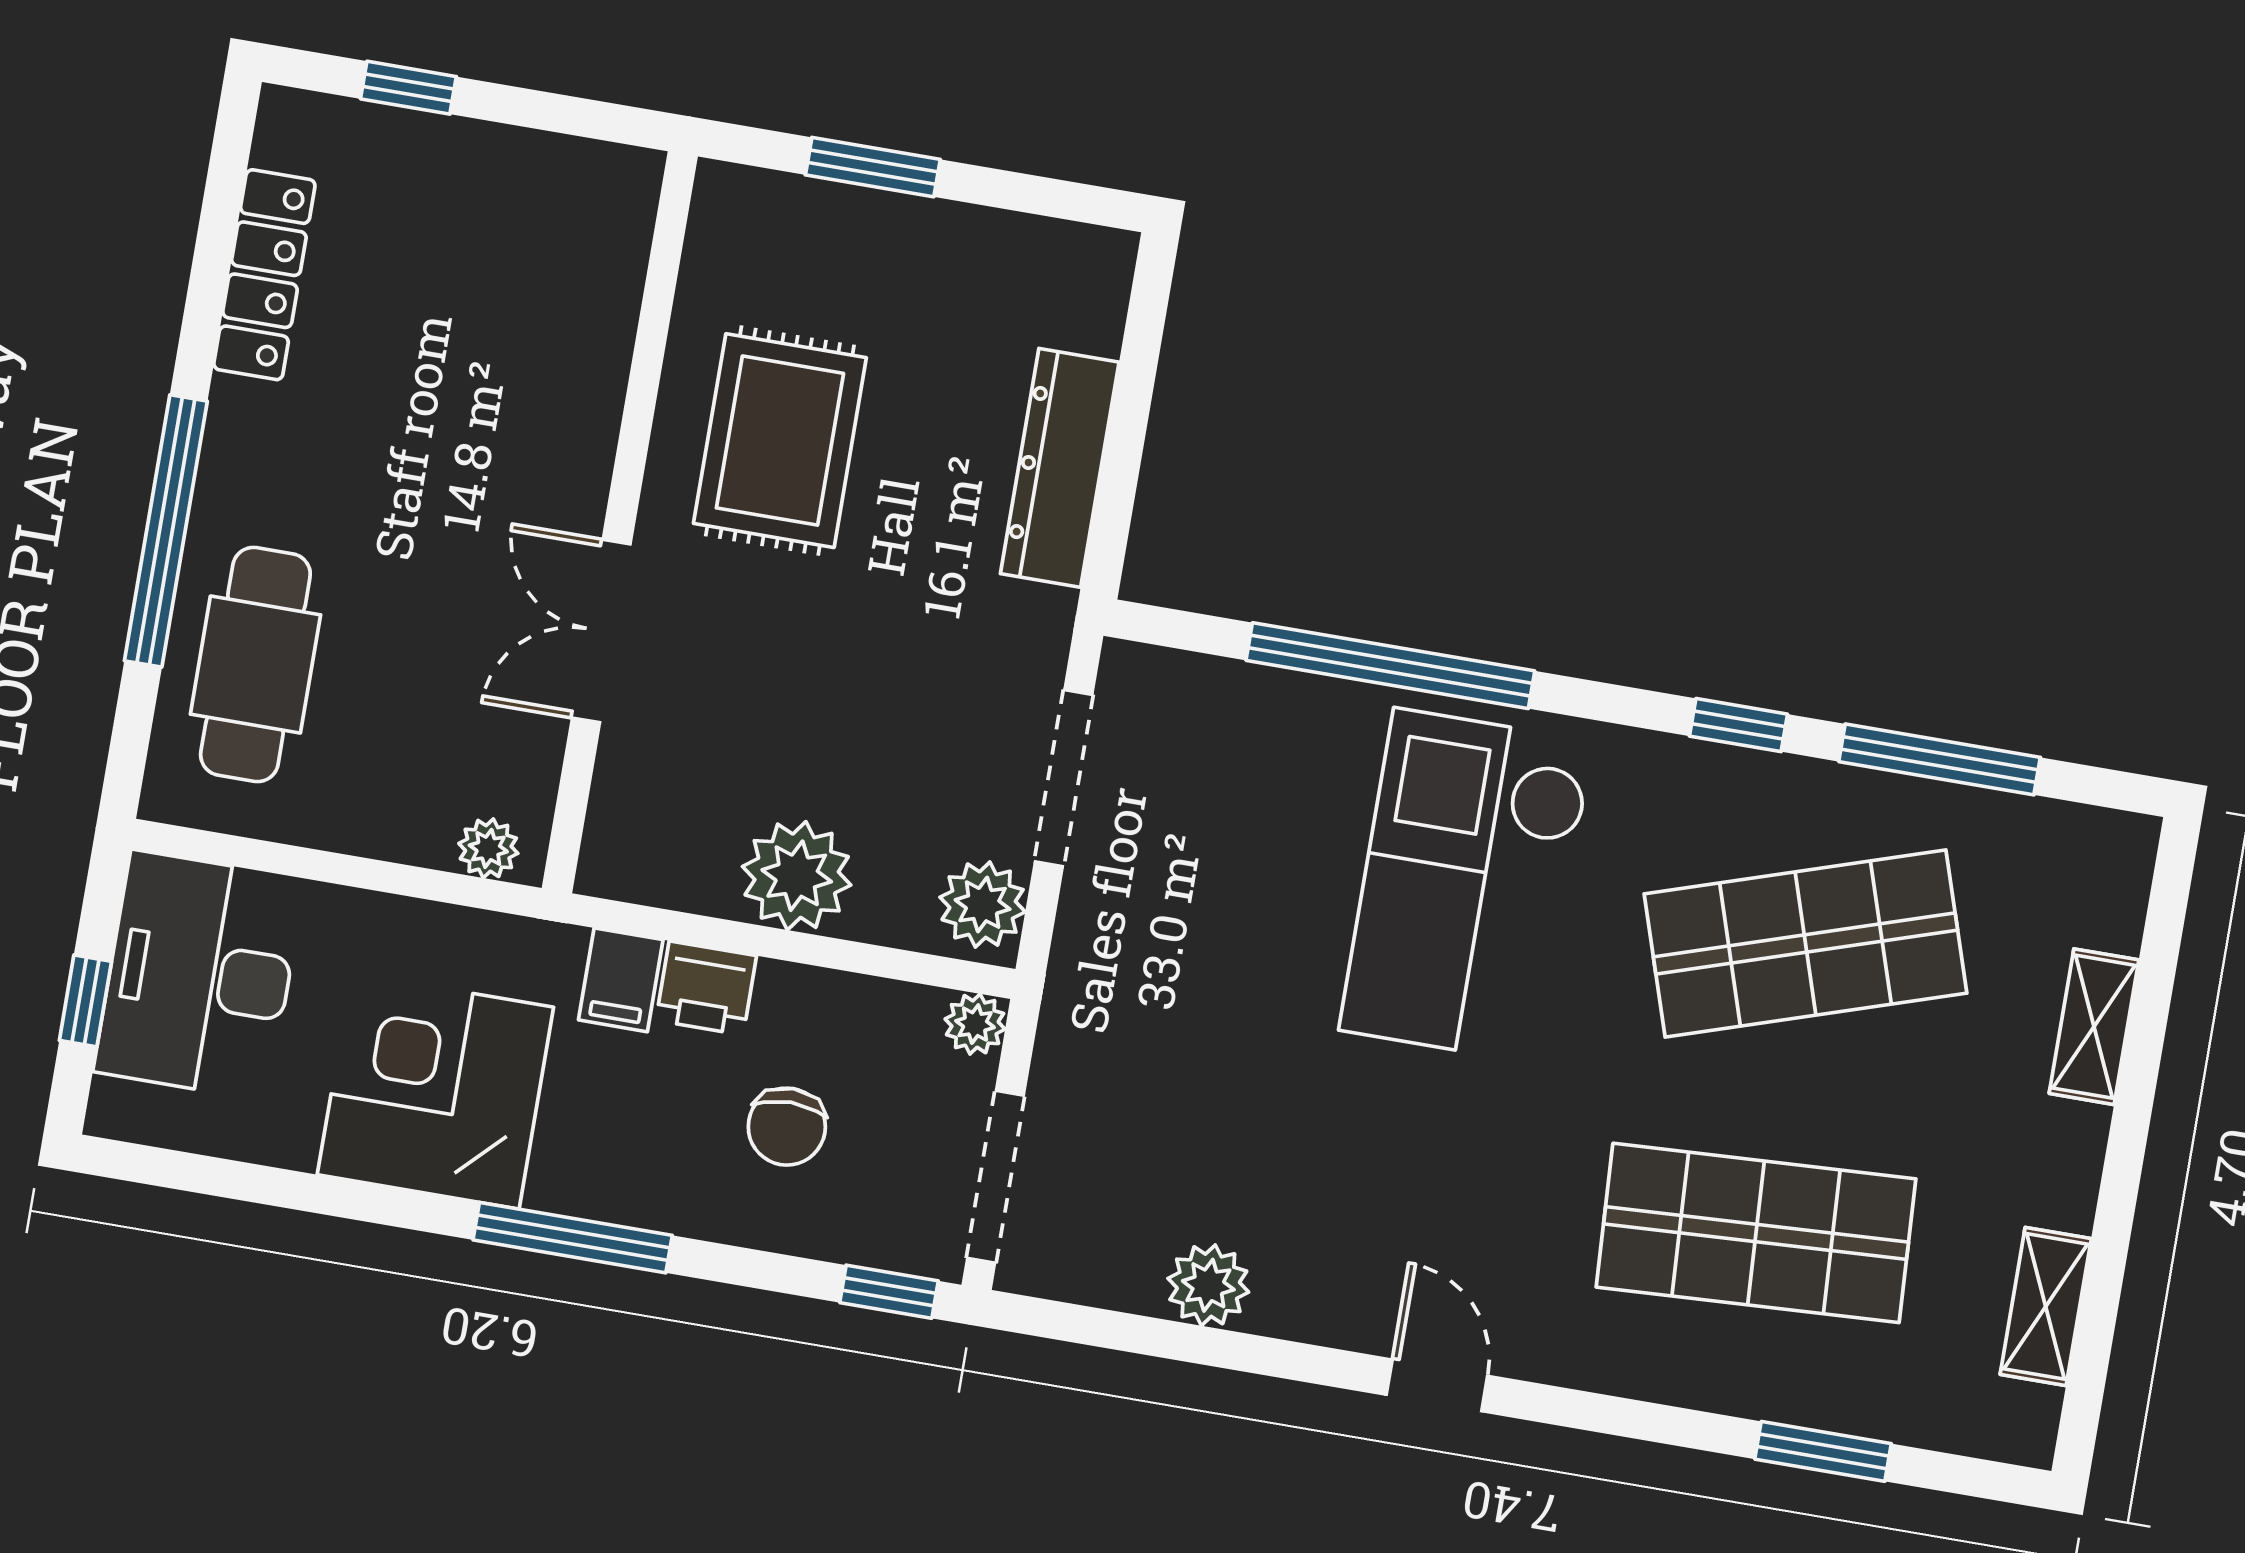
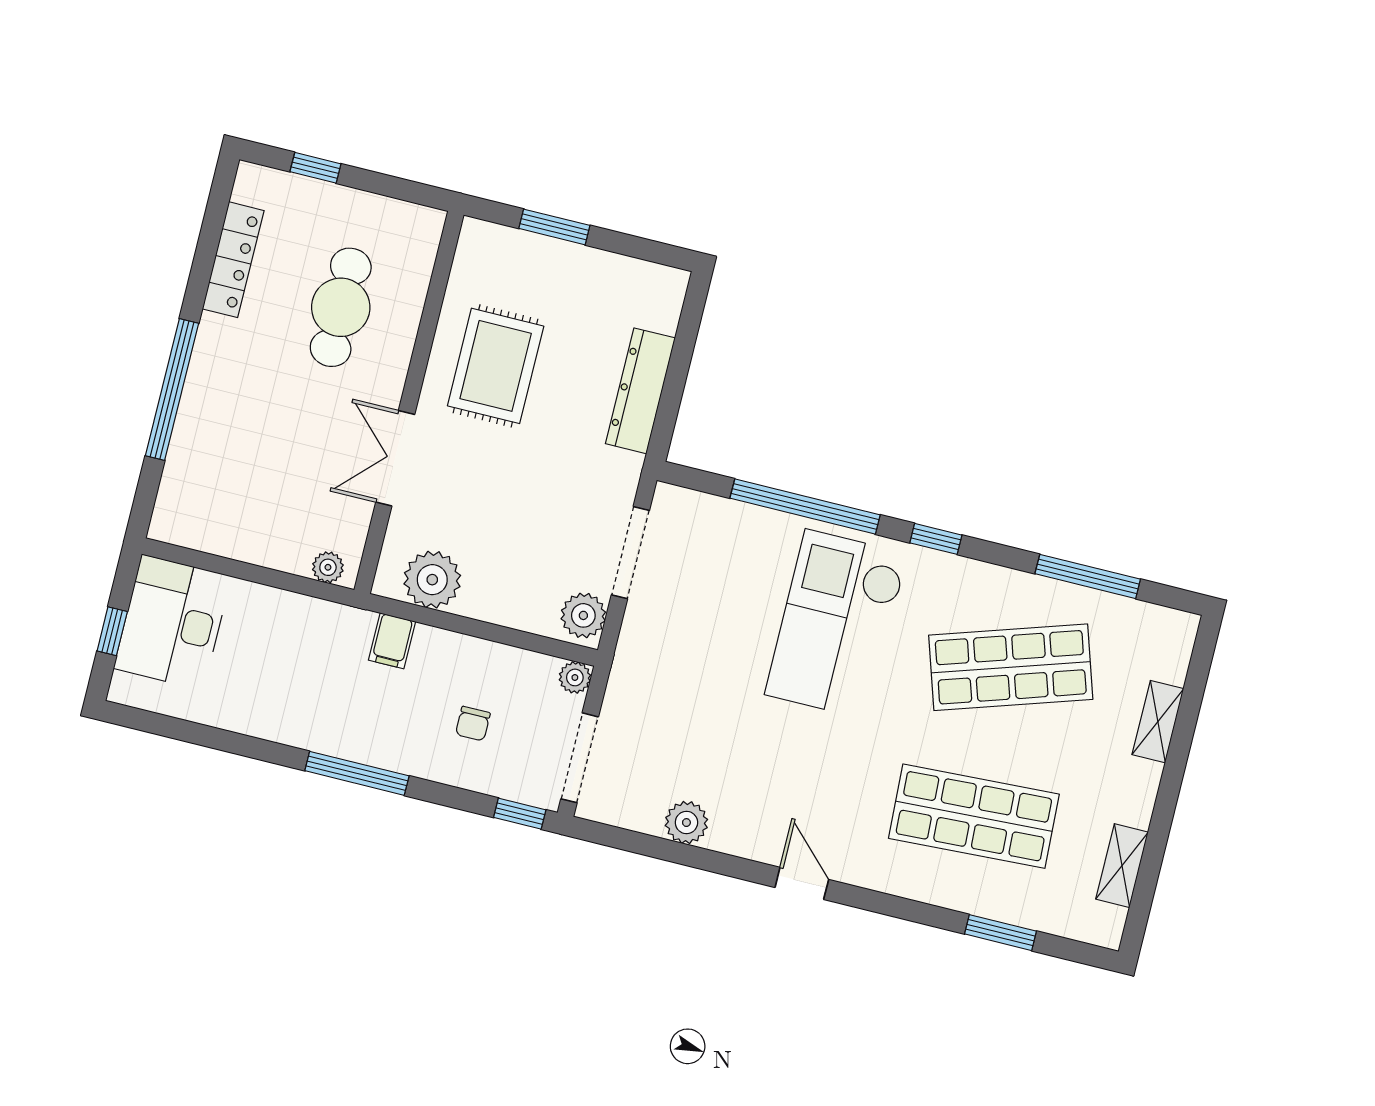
cafe table: (255, 664) -> (341, 307), moved
window: (1738, 725) -> (936, 539), moved
plant: (797, 876) -> (432, 580), moved
printer: (706, 988) -> (436, 648), removed
corner desk: (435, 1091) -> (291, 692), removed
chair: (787, 1127) -> (473, 724), width x0.73, depth x0.73

